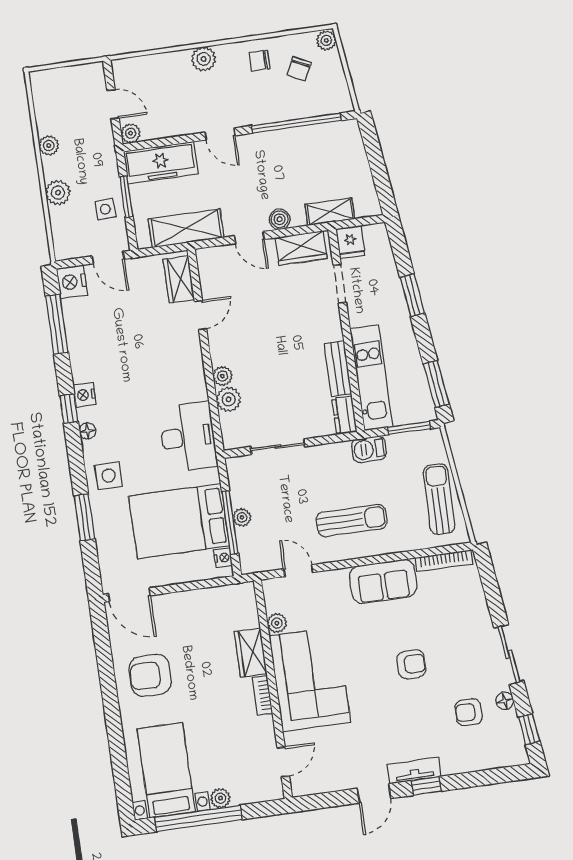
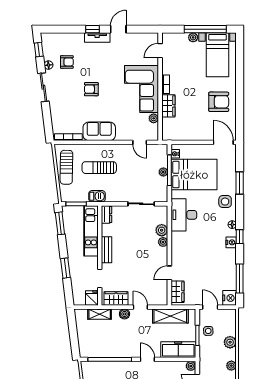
bench: (338, 369) -> (107, 250), moved
sun lounger: (352, 520) -> (99, 168), moved

